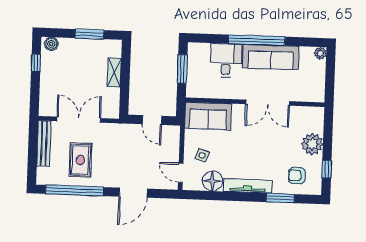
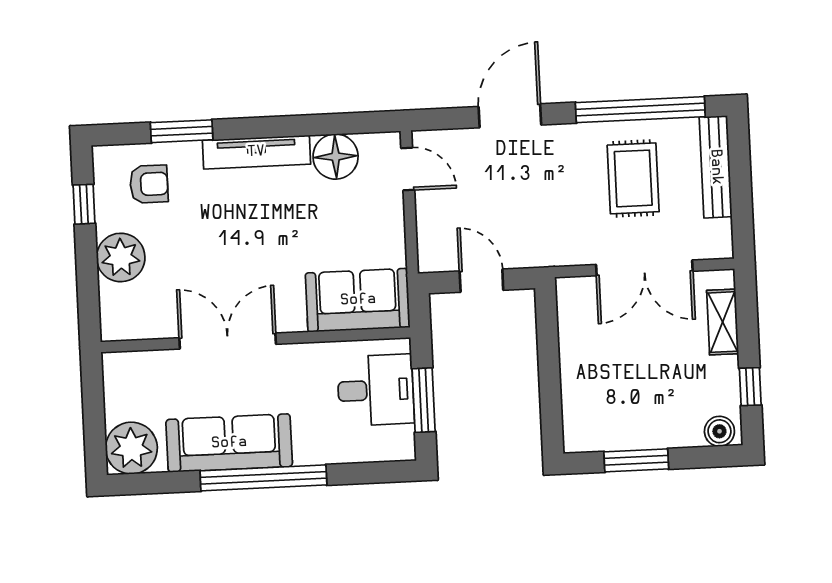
plant: (320, 53) -> (131, 448), width x1.87, depth x1.87
desk: (226, 60) -> (376, 390), moved, turned -90
shelving: (114, 72) -> (723, 322), moved
bench: (44, 143) -> (716, 167), moved
side table: (202, 155) -> (364, 211), removed

